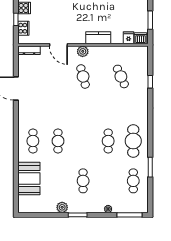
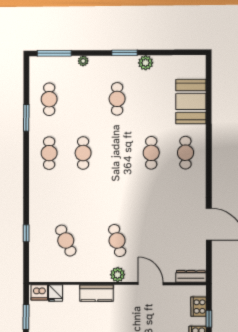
cafe table: (133, 141) -> (49, 153), width x0.73, depth x0.74

